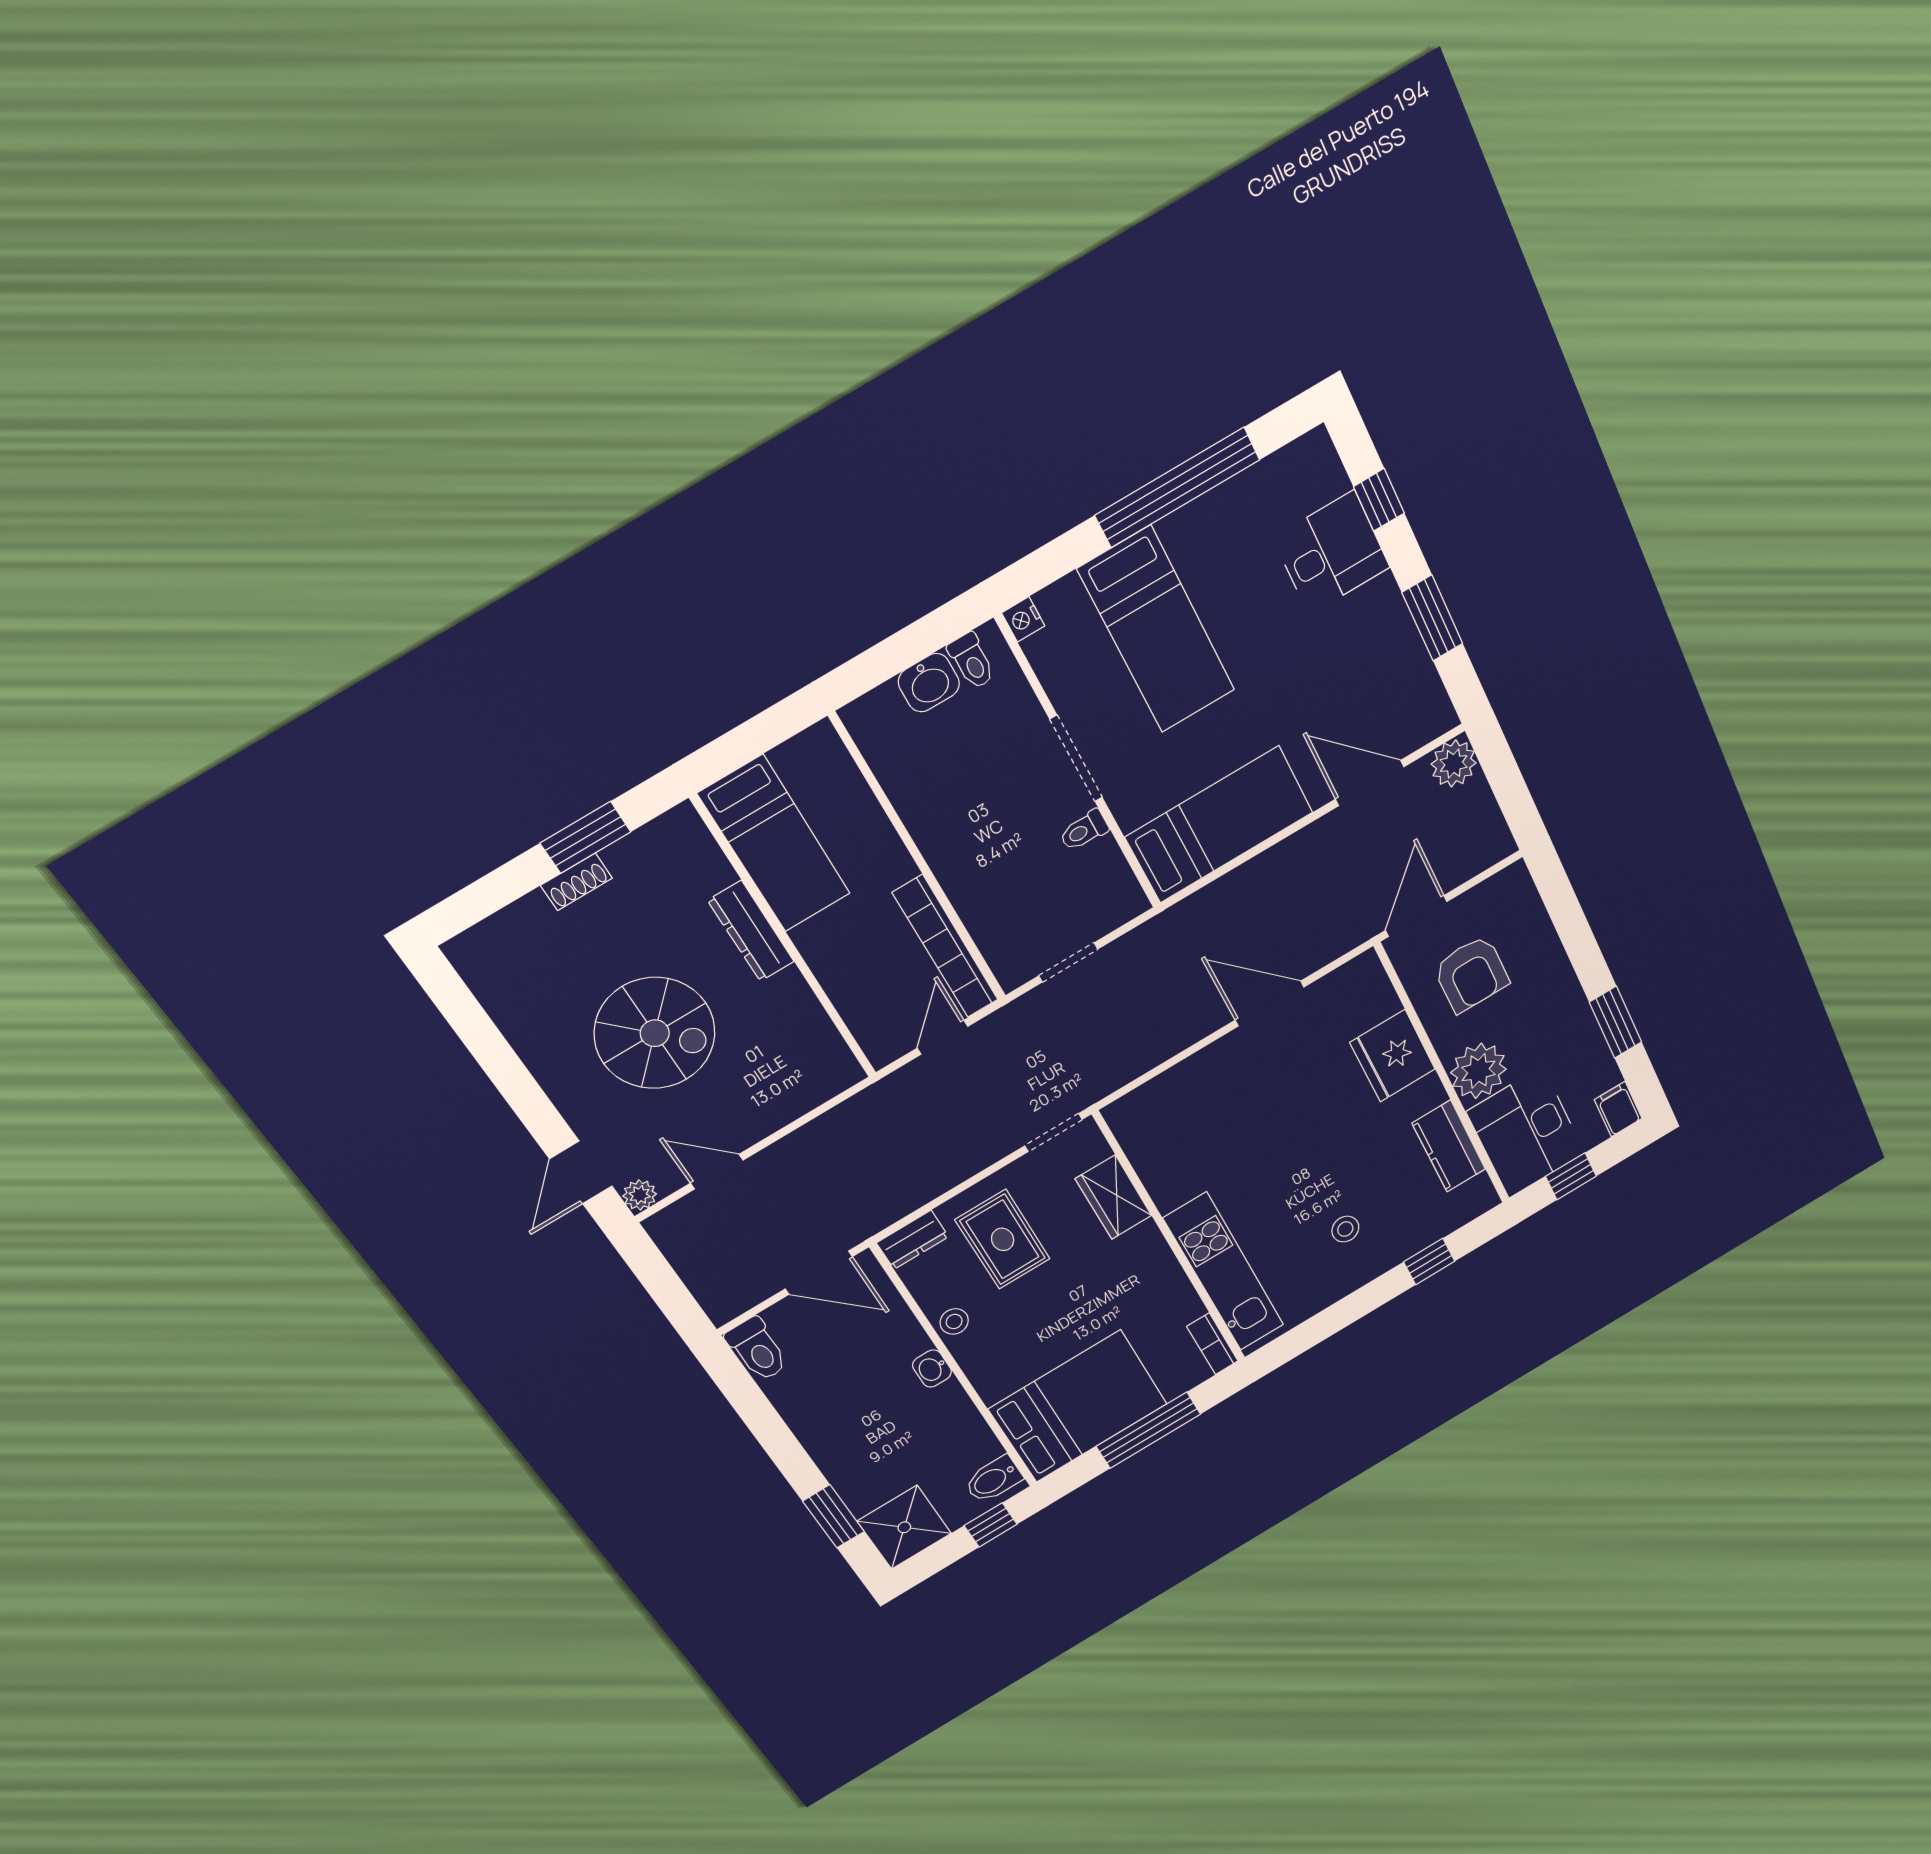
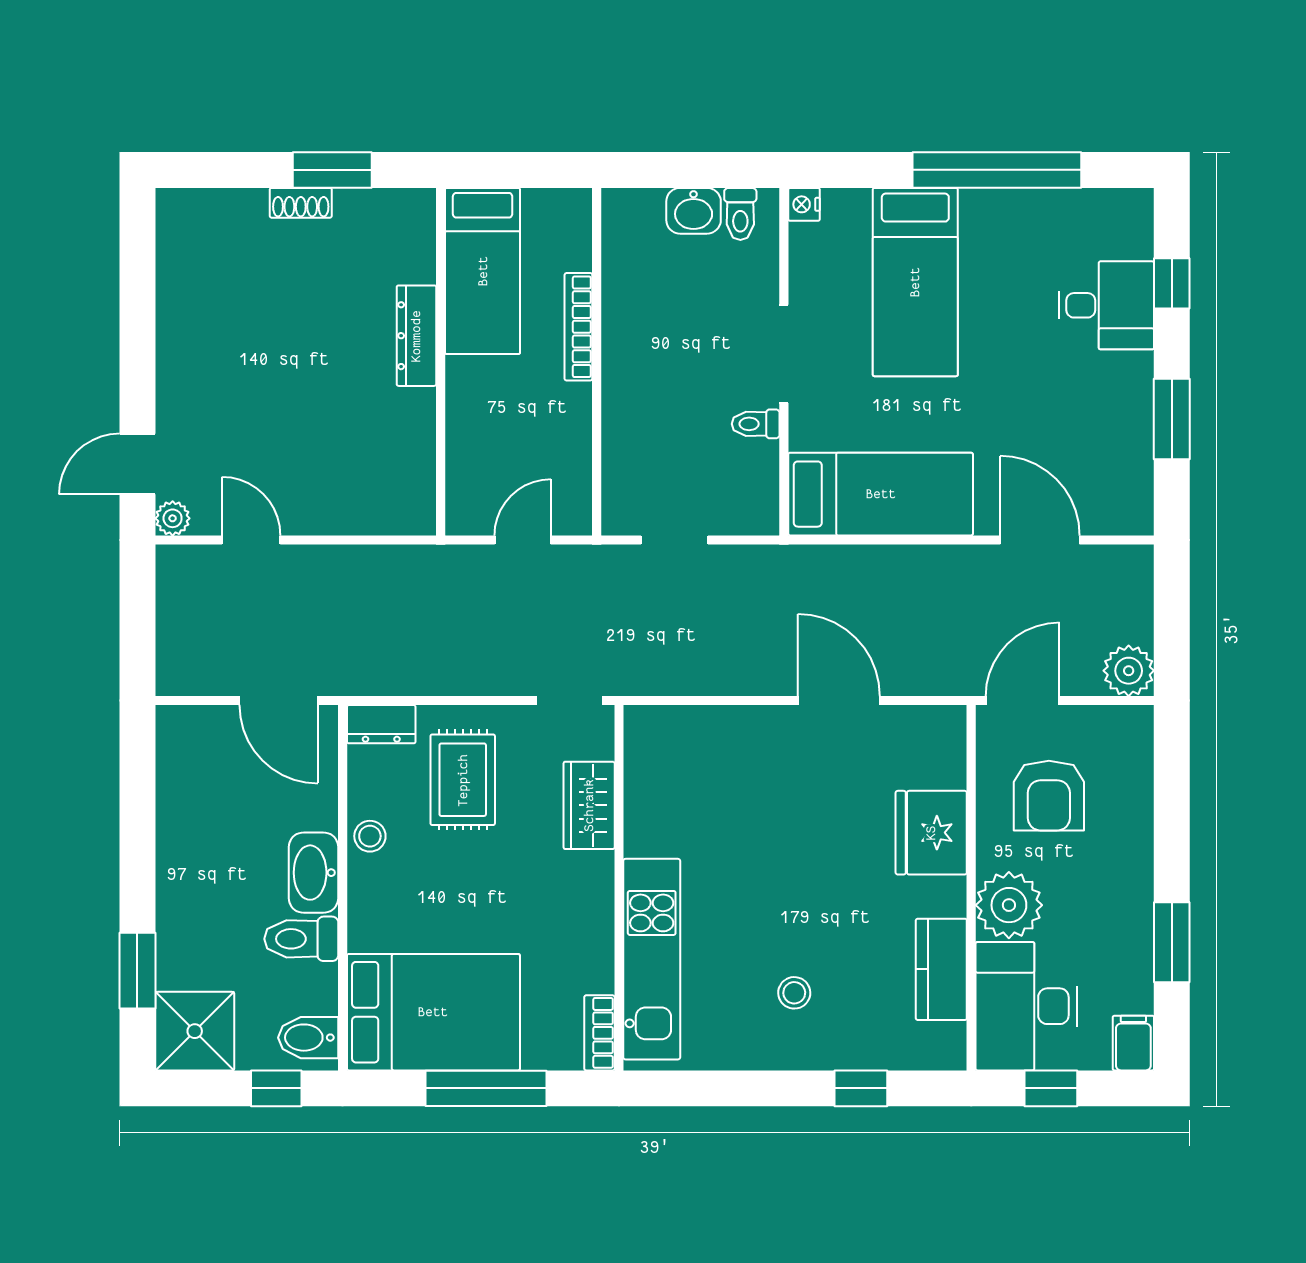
plant: (1454, 764) -> (1129, 671), moved
bookcase: (946, 947) -> (578, 327), moved, width x0.68, depth x0.76
spiral stairs: (655, 1033) -> (280, 376), removed
toilet: (757, 1350) -> (301, 939), moved, turned 90
washbasin: (932, 1369) -> (314, 873), width x1.91, depth x1.45

